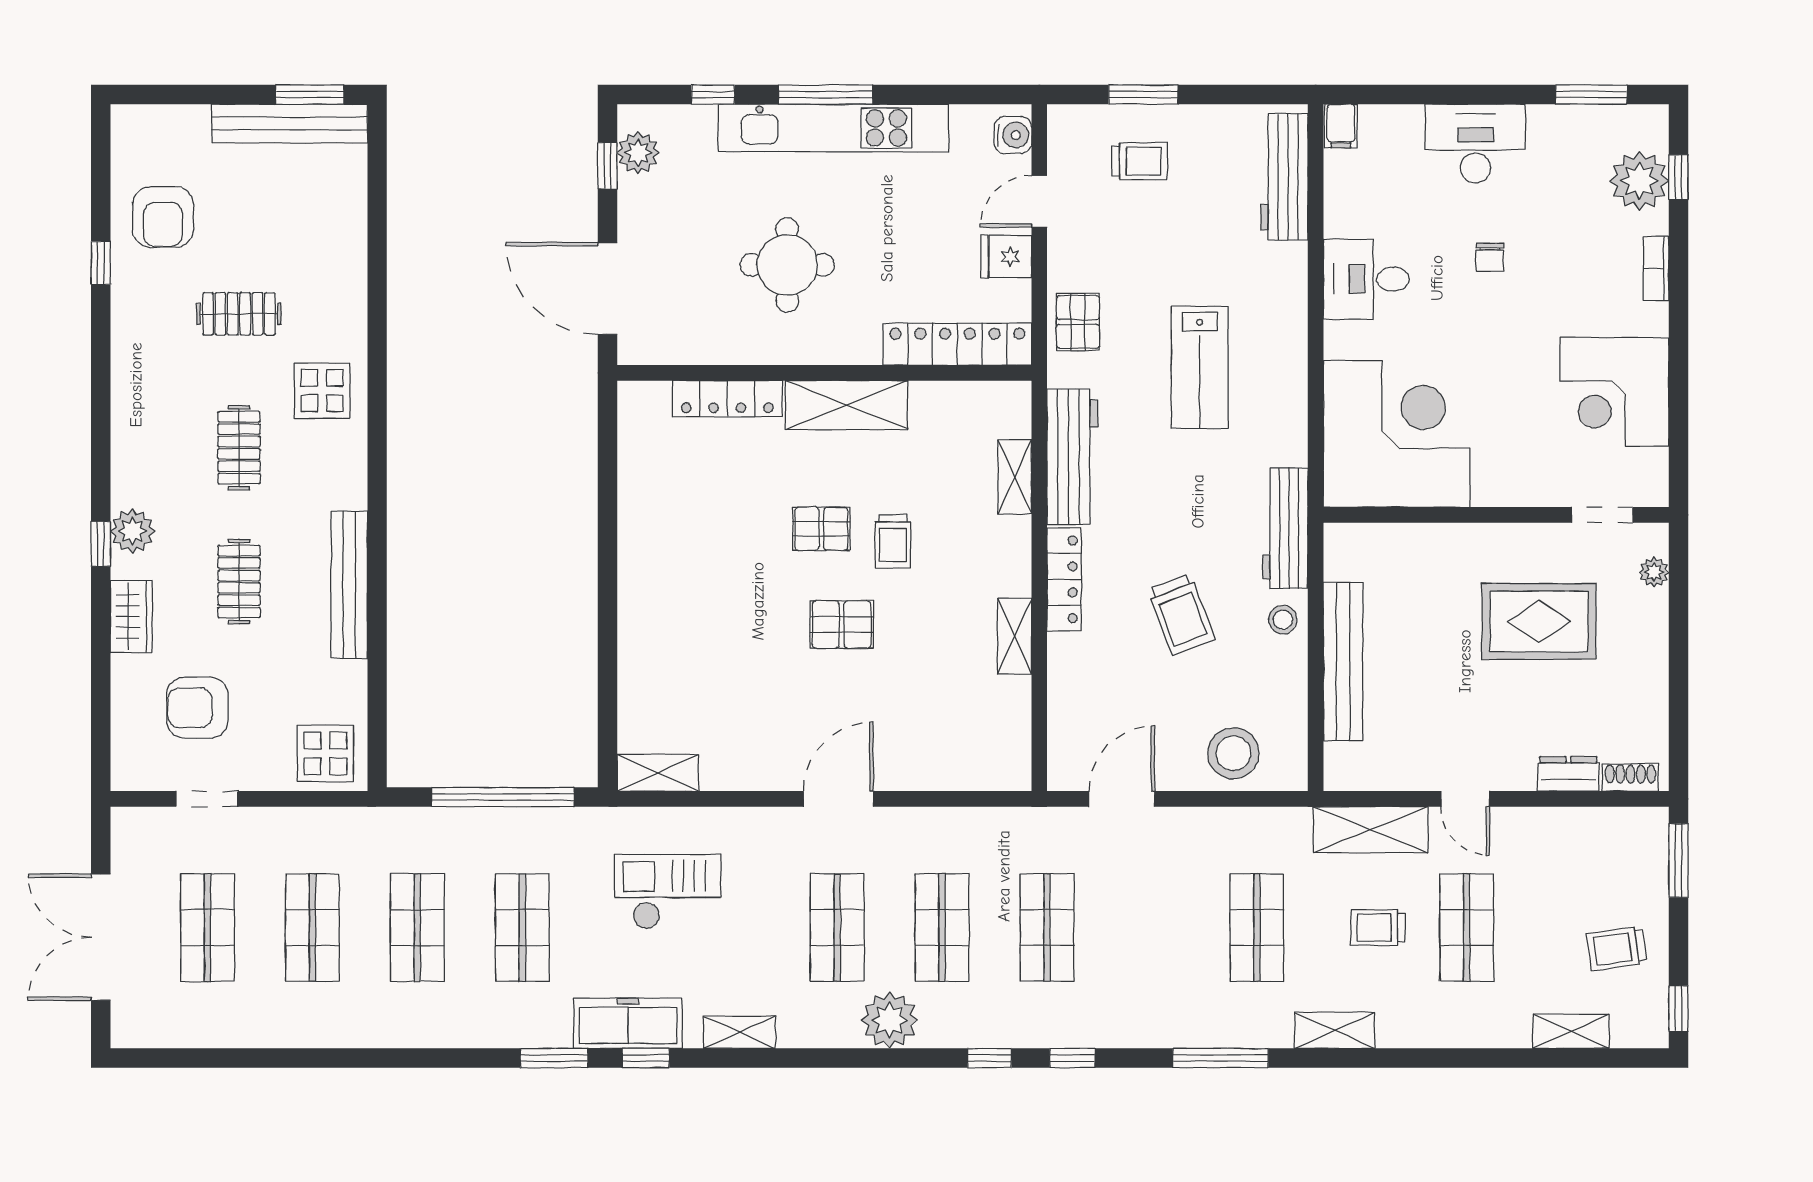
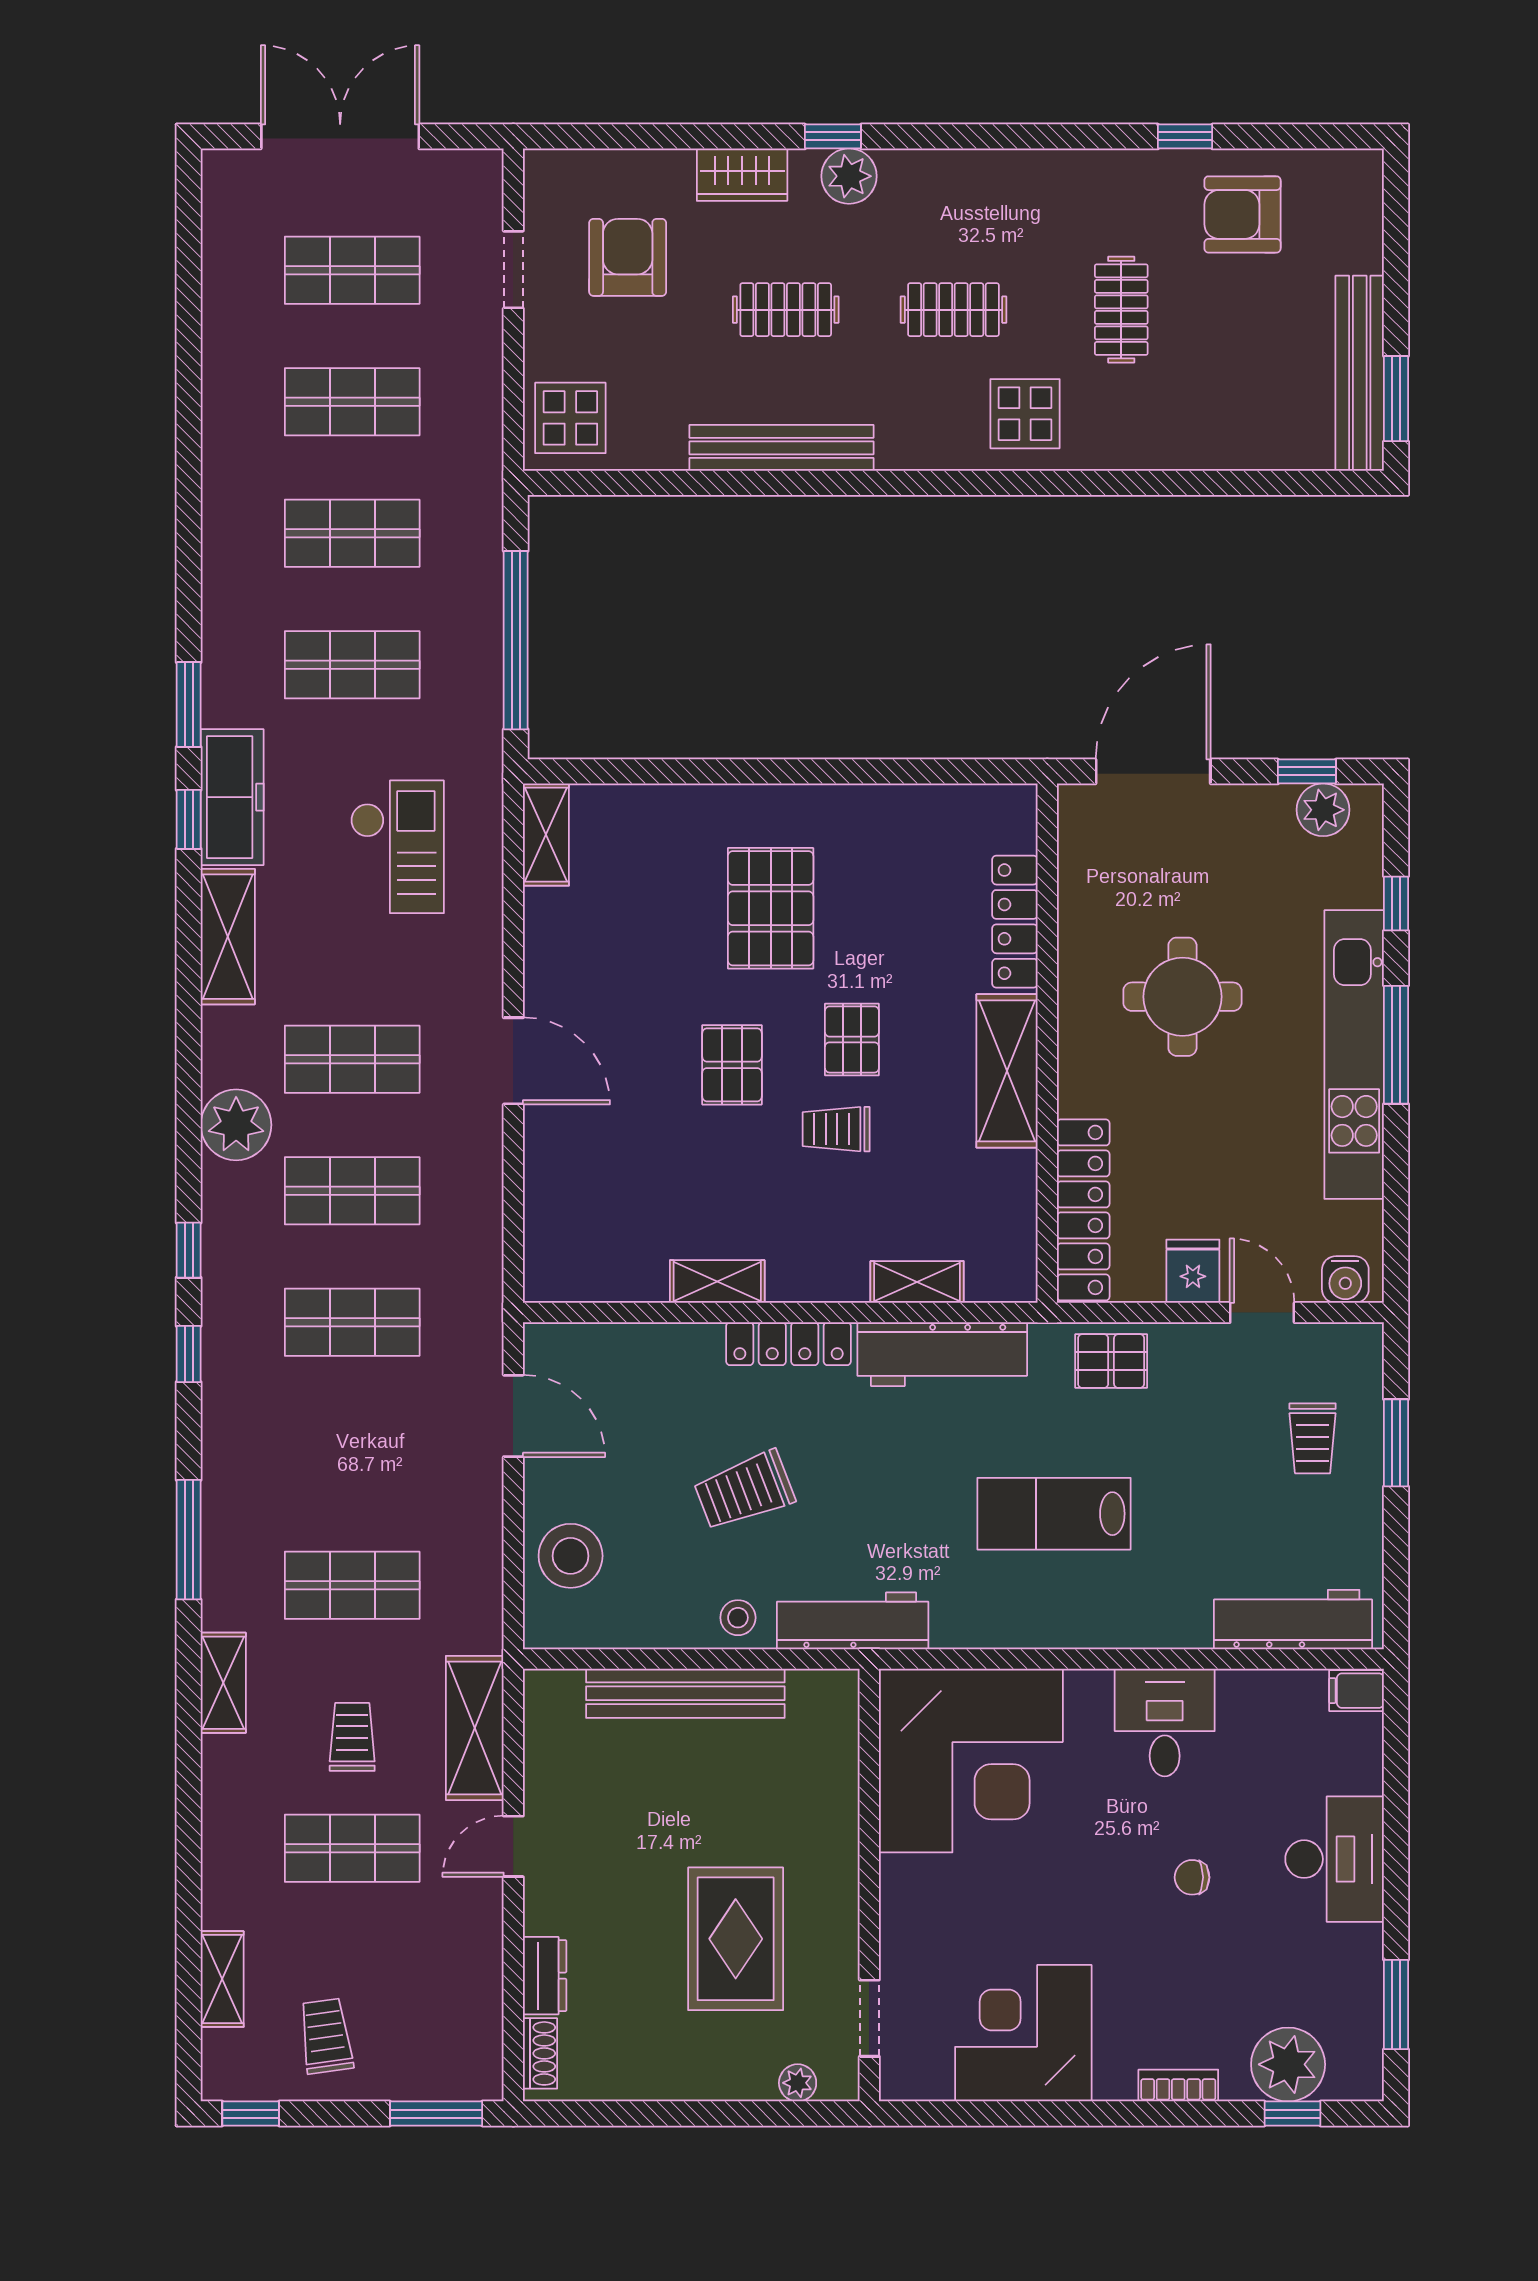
pallet: (717, 594) -> (771, 908), added
shelving: (739, 1032) -> (228, 937), width x1.50, depth x1.33

